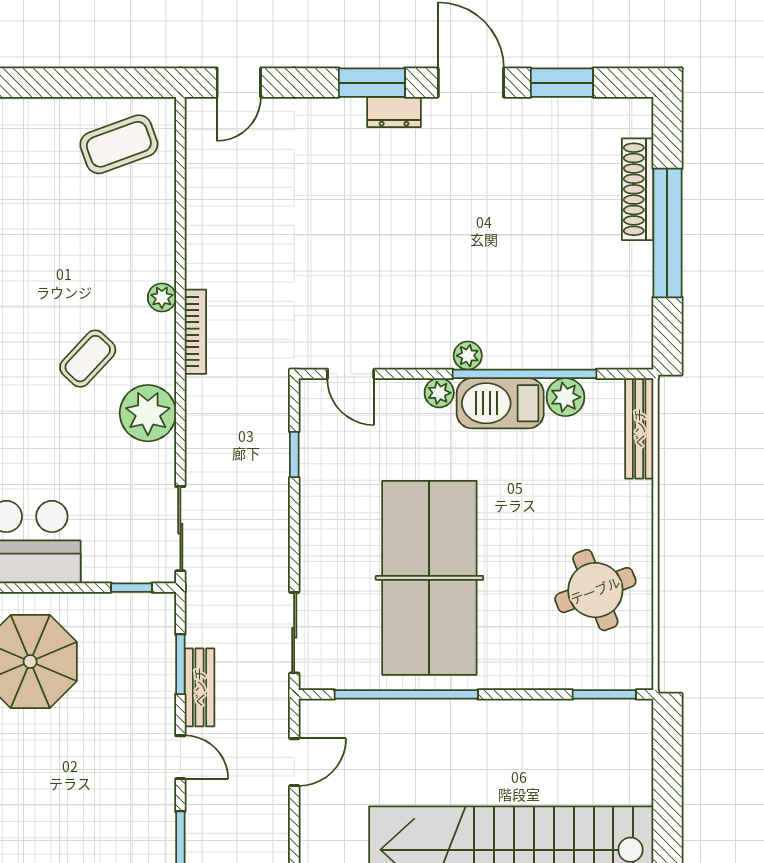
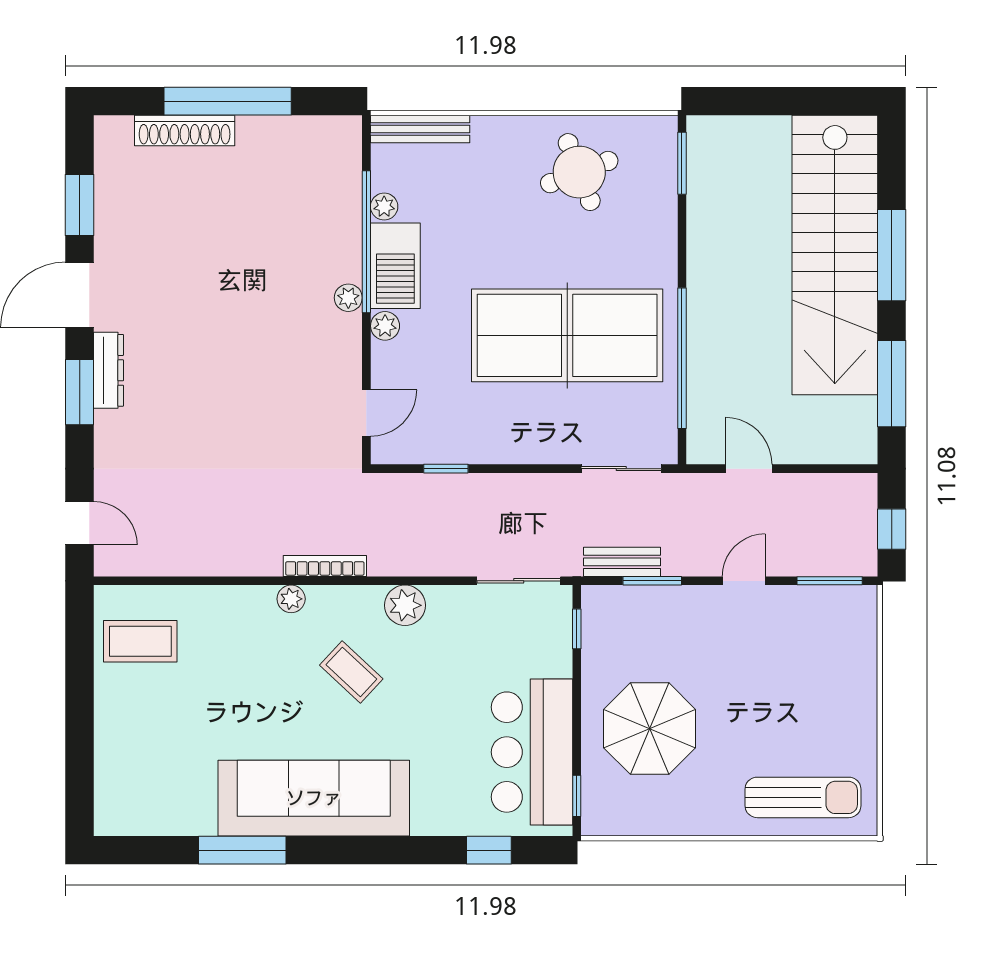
dresser: (394, 112) -> (108, 370), width x1.44
coffee table: (119, 144) -> (140, 641), turned -70
plant: (565, 397) -> (384, 207), width x0.73, depth x0.73
plant: (148, 413) -> (405, 605), width x0.73, depth x0.73
bench: (199, 687) -> (622, 562), moved

